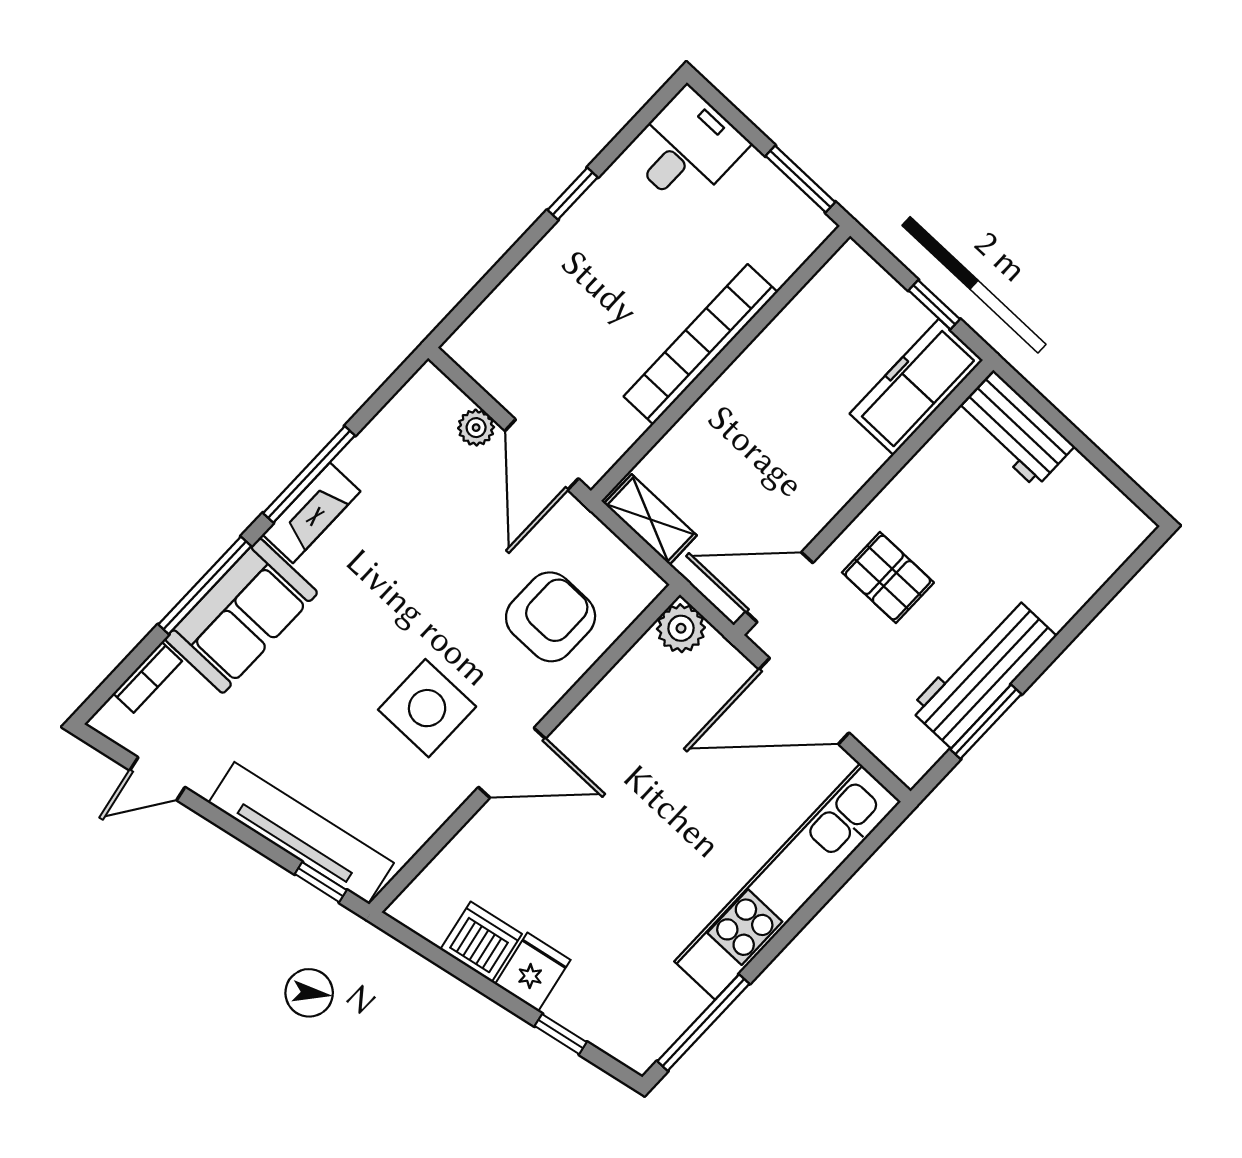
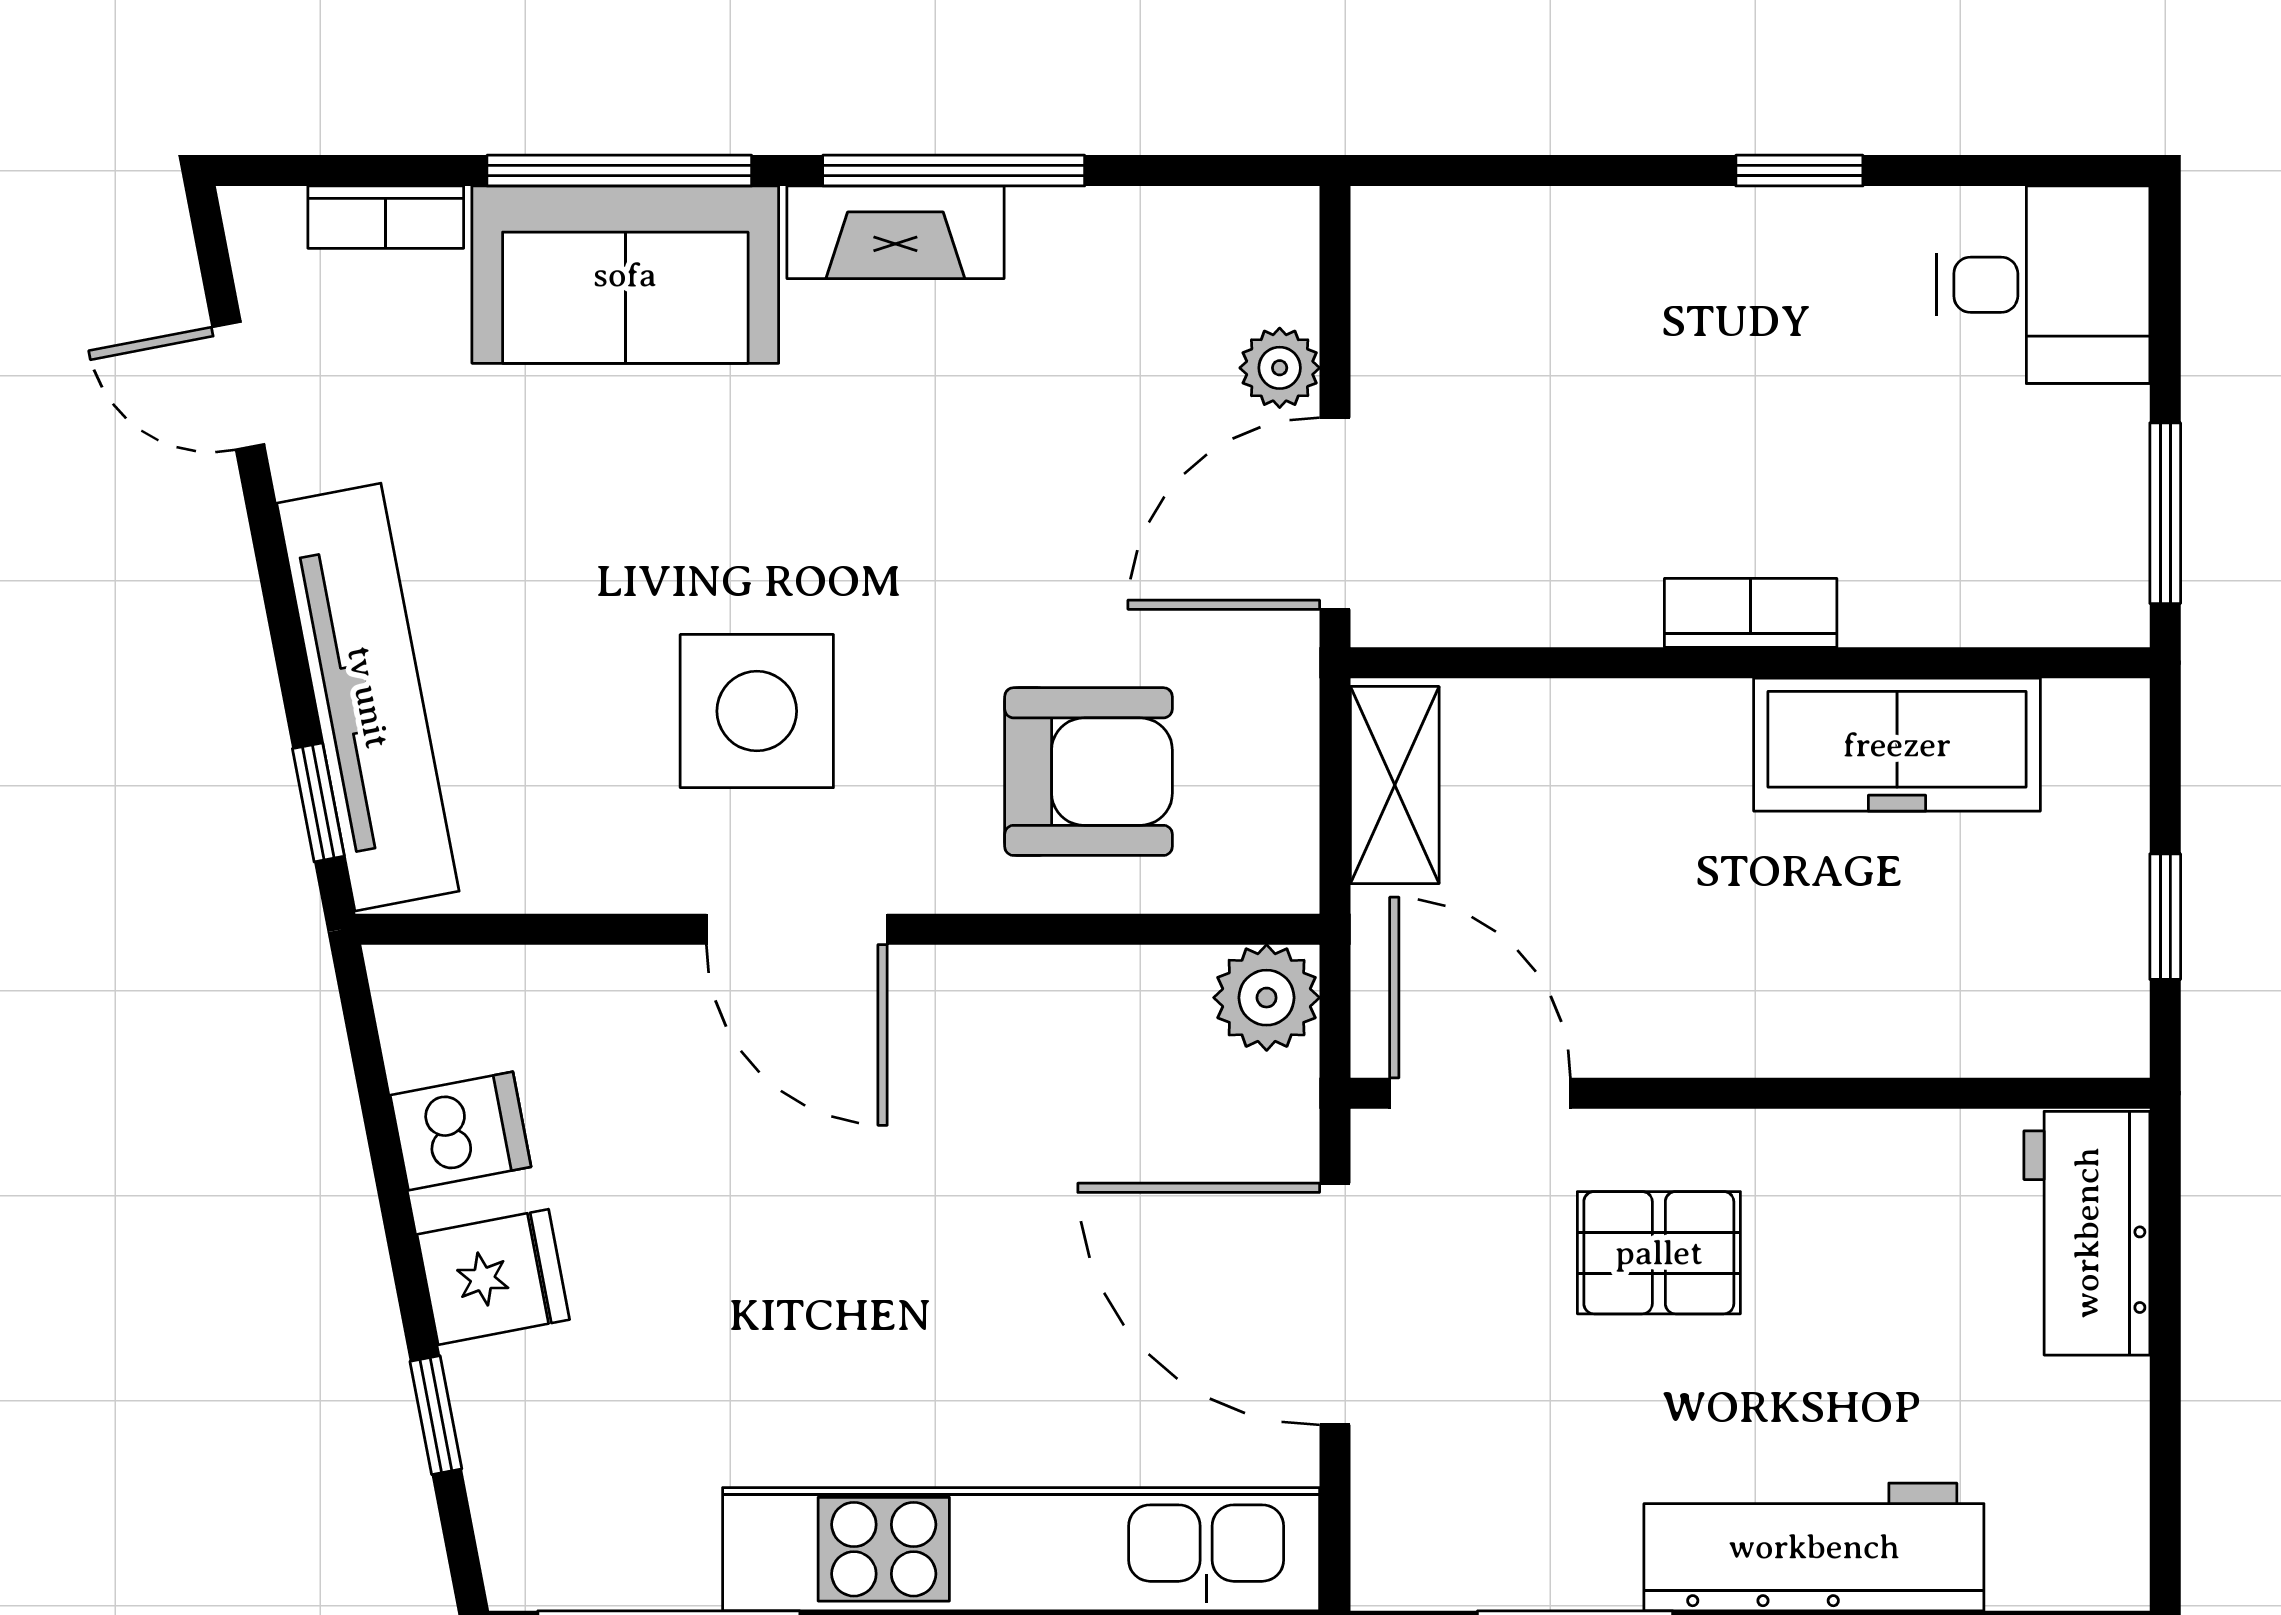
bookcase: (701, 344) -> (1751, 613), width x0.43, depth x0.76
freezer: (916, 387) -> (1897, 745), moved, turned 180
pallet: (888, 578) -> (1659, 1253), turned 90
workbench: (983, 672) -> (1814, 1547), moved
dishwasher: (481, 942) -> (461, 1131), width x0.73

